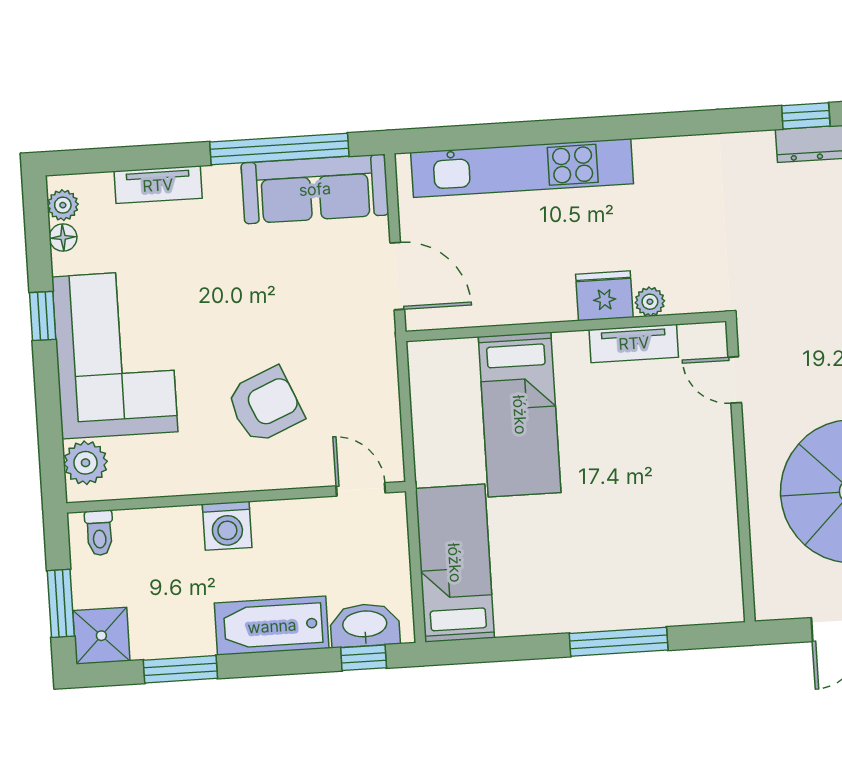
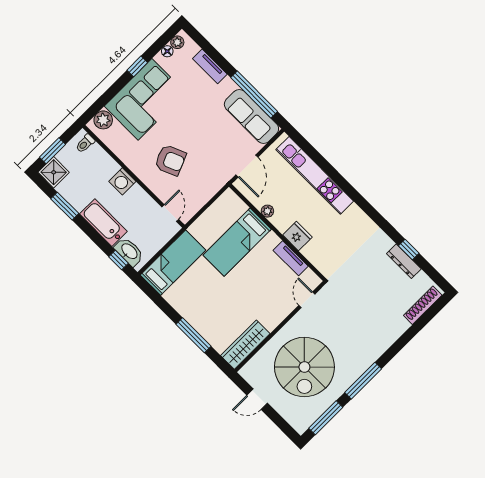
plant: (650, 302) -> (267, 211), moved
wardrobe: (718, 563) -> (245, 345), added

